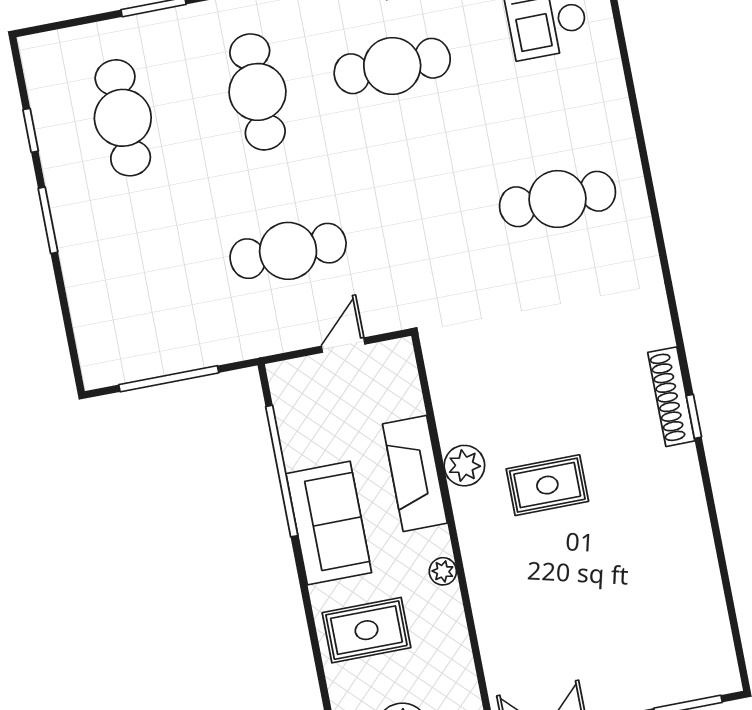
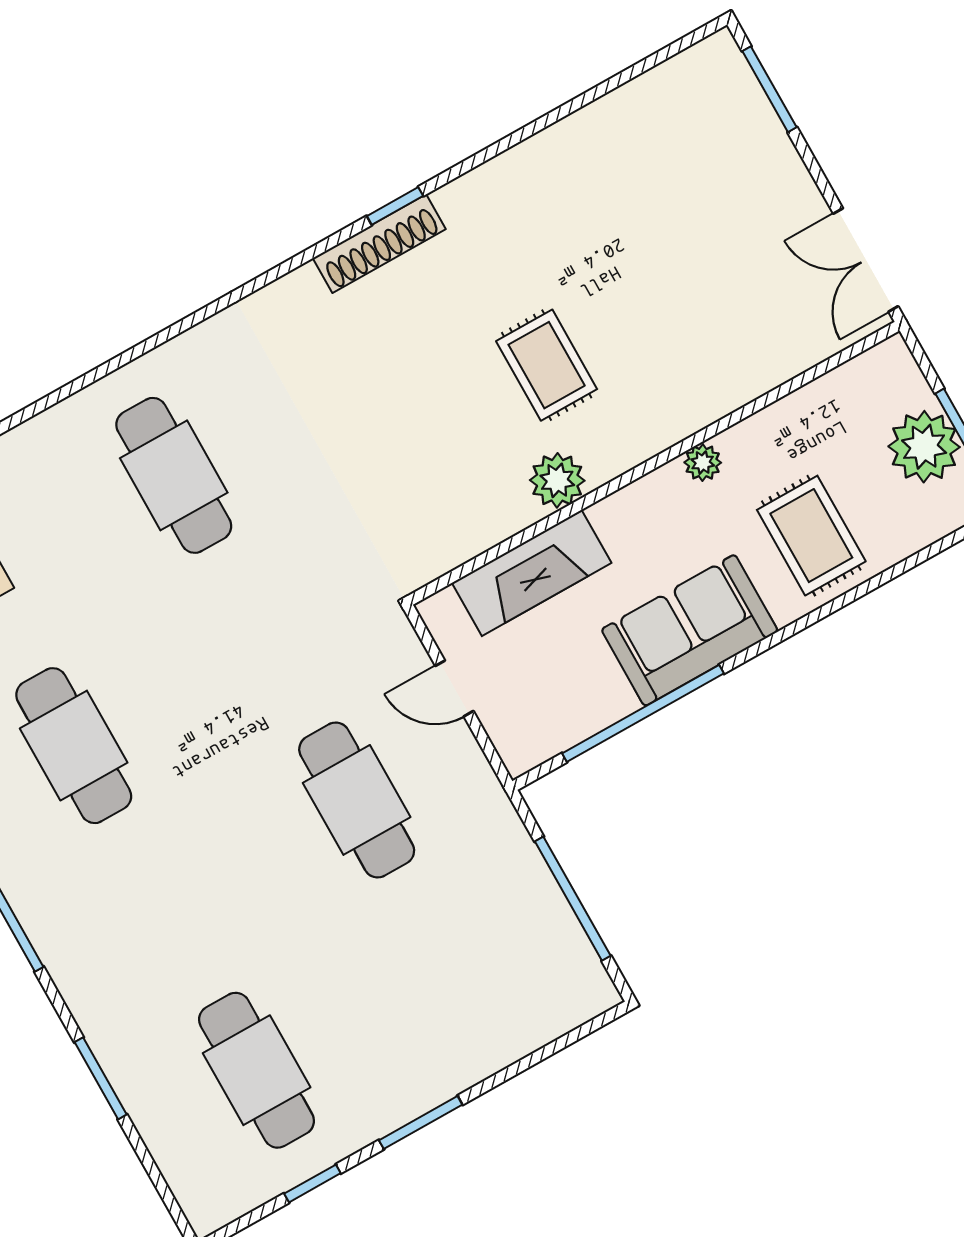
cafe table: (257, 92) -> (165, 908), removed
cafe table: (123, 118) -> (257, 1070), turned 90
fireplace: (415, 473) -> (532, 573), moved

